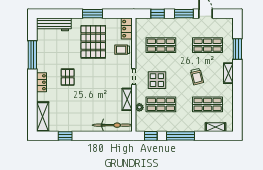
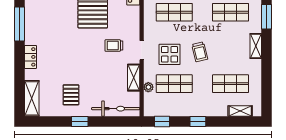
trolley: (122, 50) -> (114, 46), moved
pallet: (68, 77) -> (71, 95), moved
trolley: (197, 77) -> (200, 52), moved
window: (65, 136) -> (80, 122), moved
window: (180, 136) -> (198, 122), width x0.46

